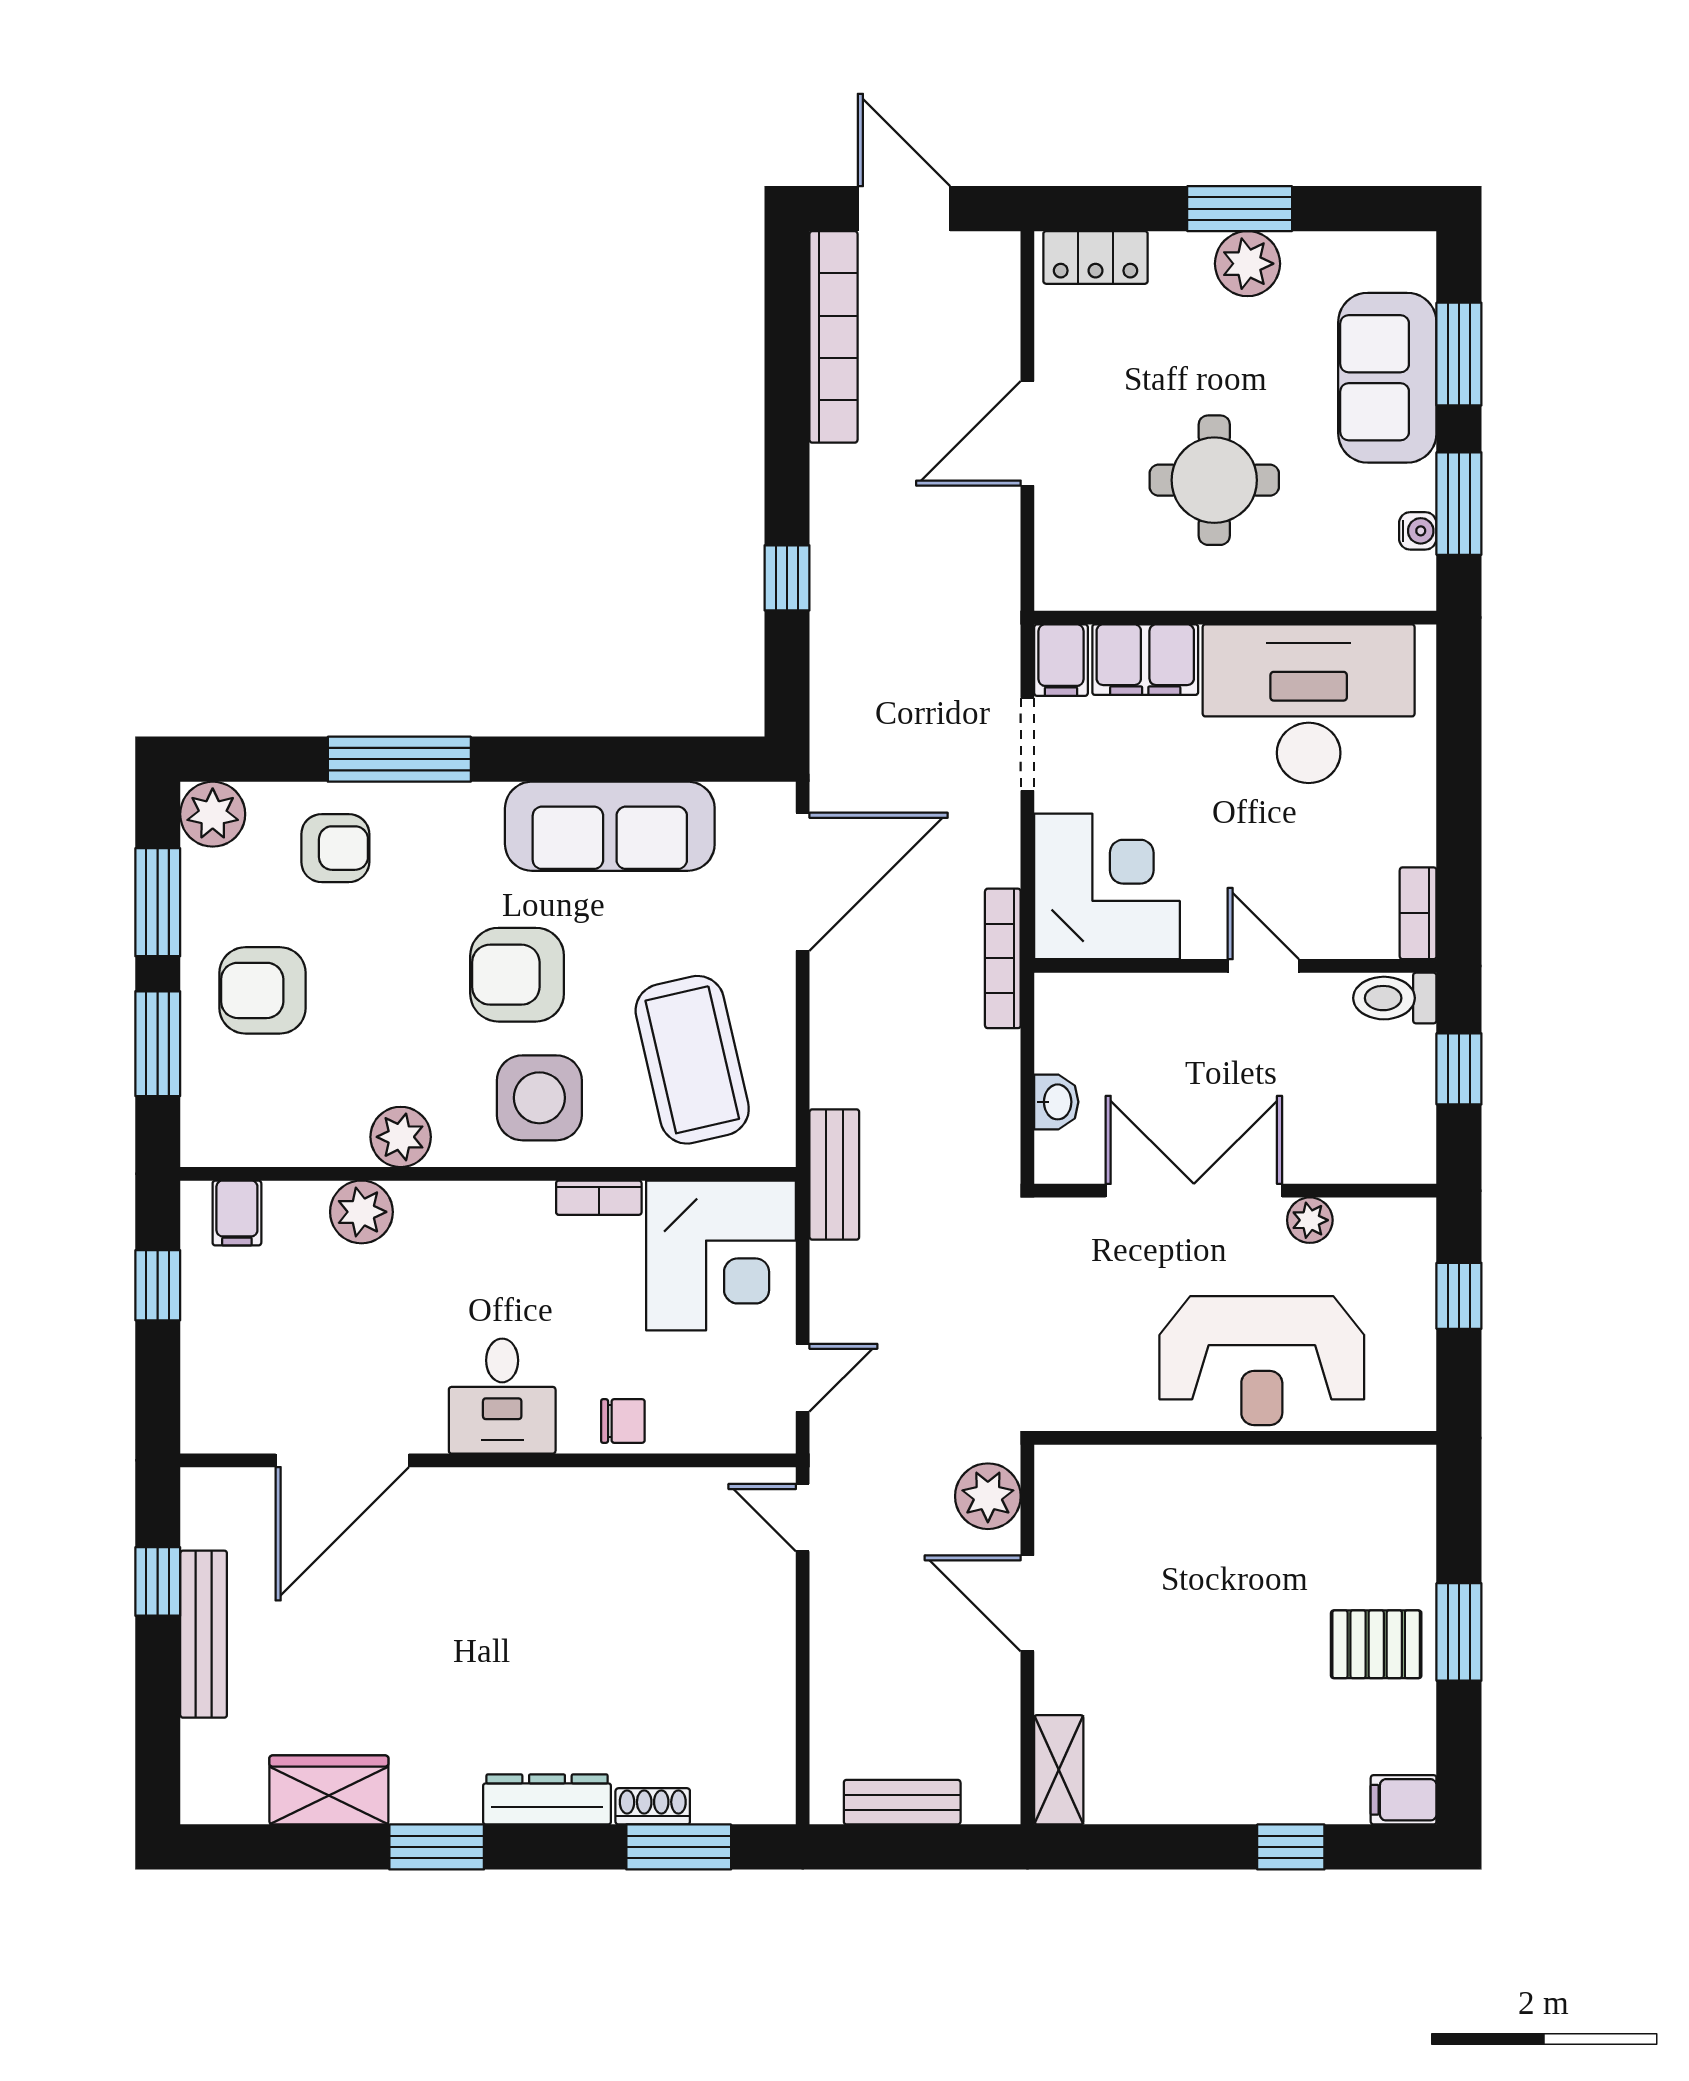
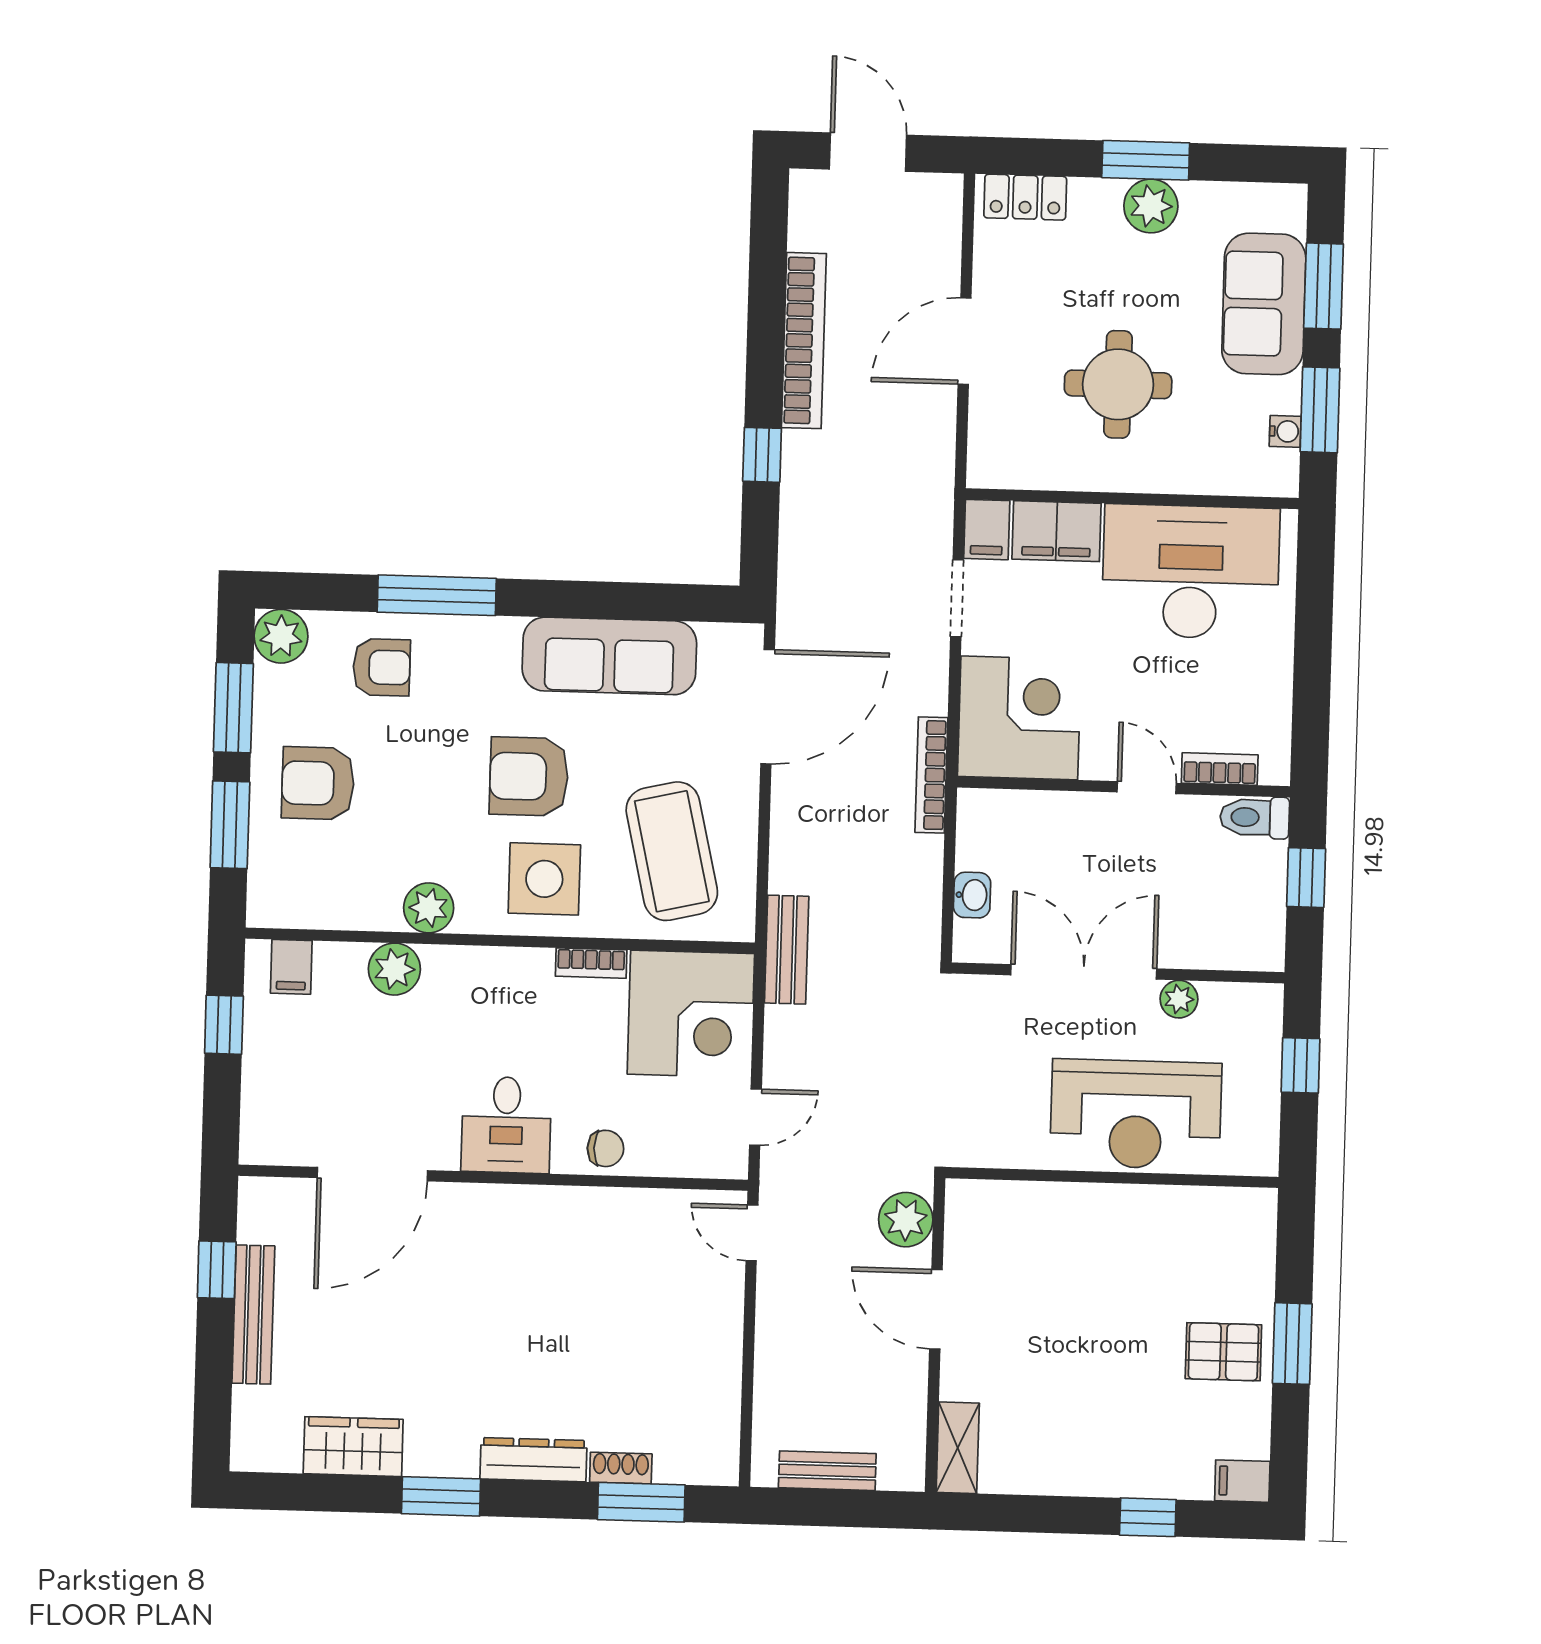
bookcase: (833, 337) -> (804, 341), moved
bookcase: (1418, 913) -> (1220, 769), moved, turned 90

